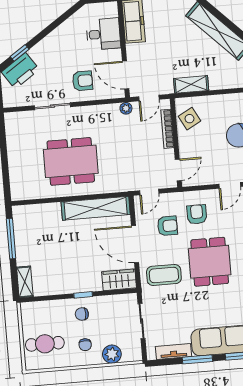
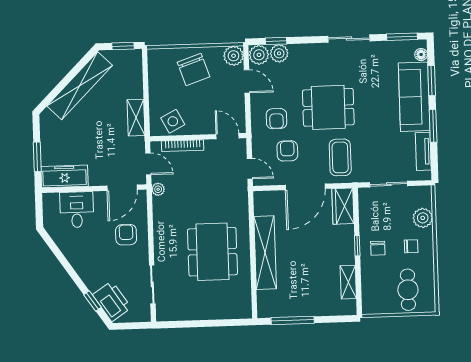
sliding door: (52, 106) -> (152, 284), moved
shelving: (96, 208) -> (265, 253), moved
armchair: (197, 214) -> (276, 119), turned -90
shelving: (25, 282) -> (348, 282), moved, turned 90

